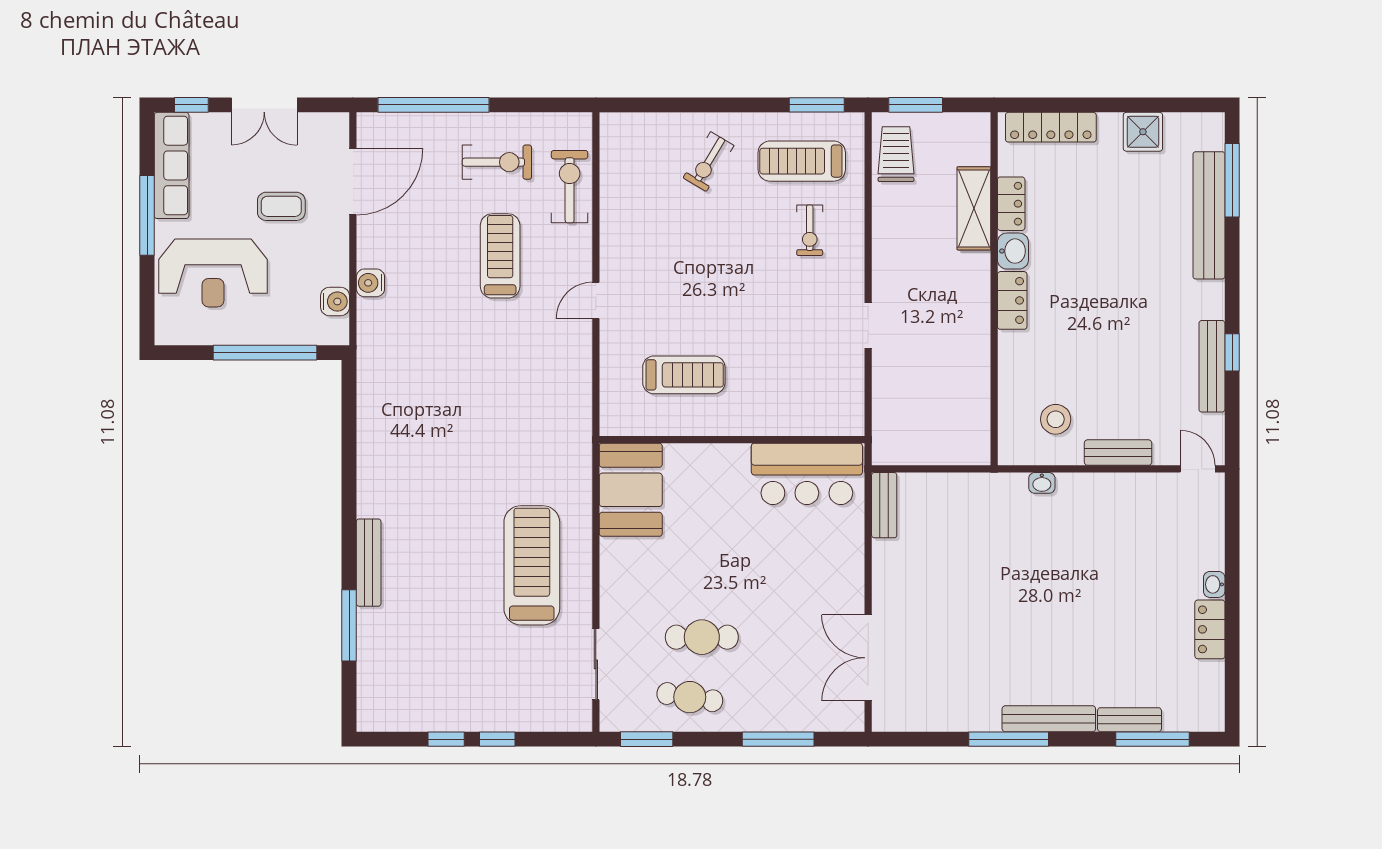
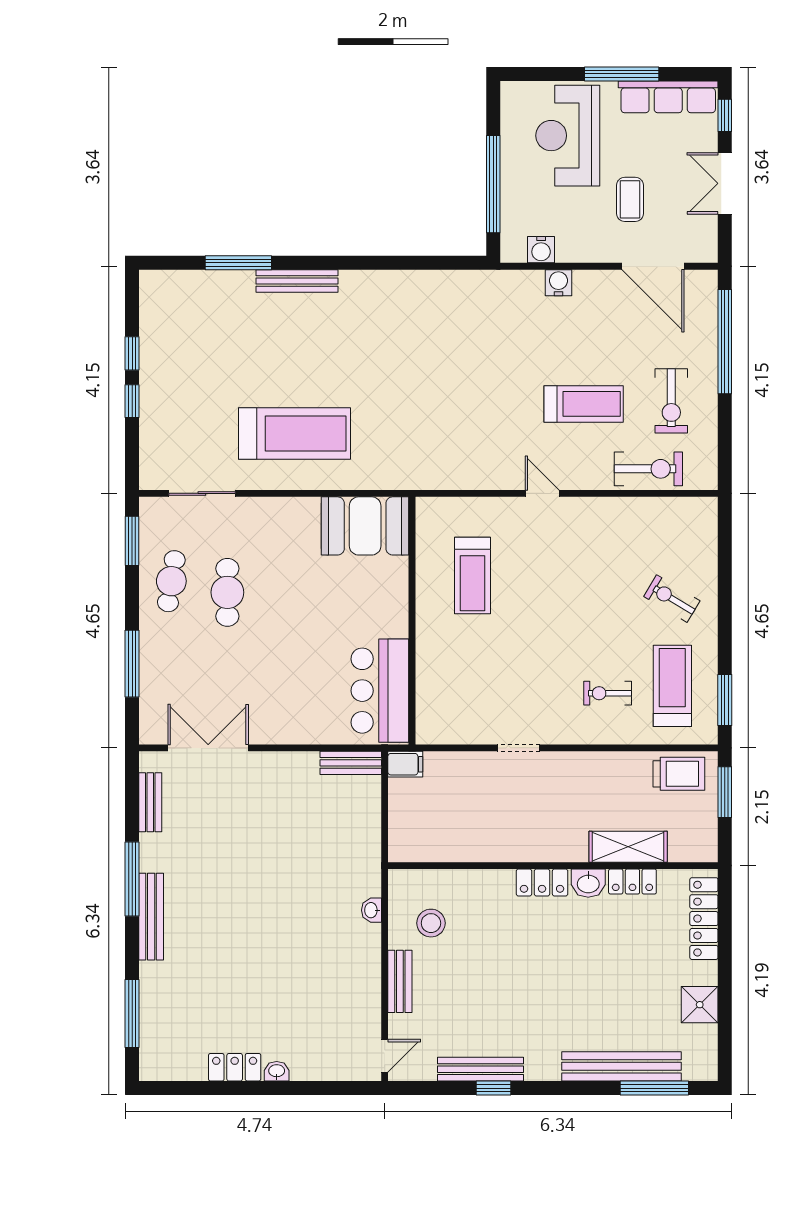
filing cabinet: (886, 447) -> (405, 764), added
bench: (1129, 720) -> (150, 802), moved

